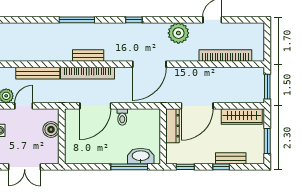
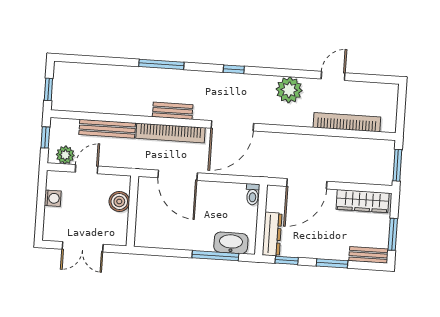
door: (149, 64) -> (232, 126), moved
door: (95, 106) -> (178, 175), hinge flipped
toilet: (122, 117) -> (253, 194), moved
dresser: (173, 126) -> (272, 234), moved
bench: (231, 158) -> (369, 255), moved
window: (221, 167) -> (332, 263), width x1.50

